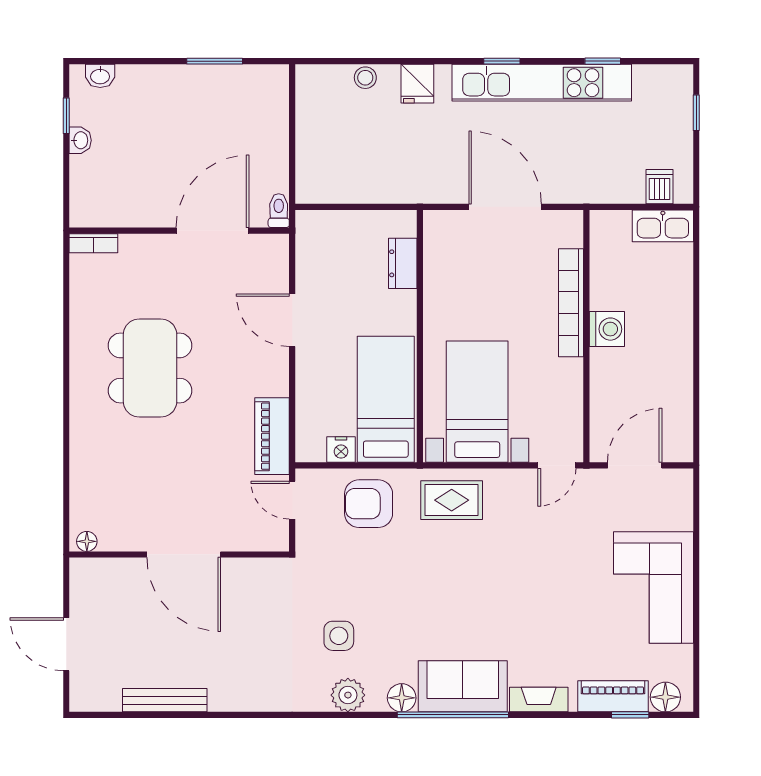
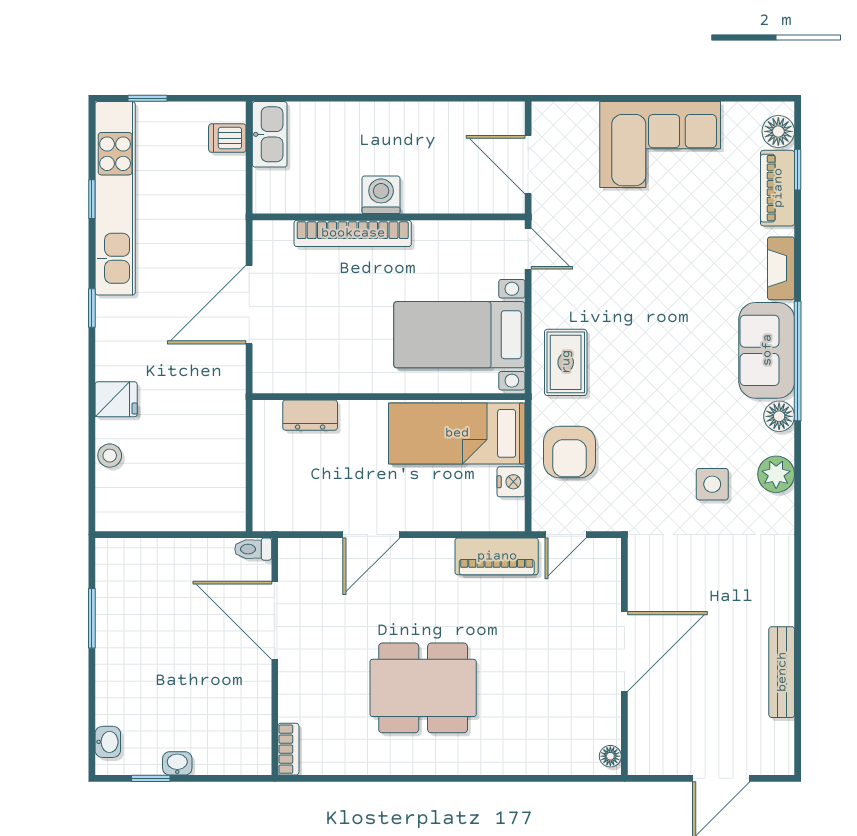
kitchen unit: (542, 83) -> (115, 198), moved

